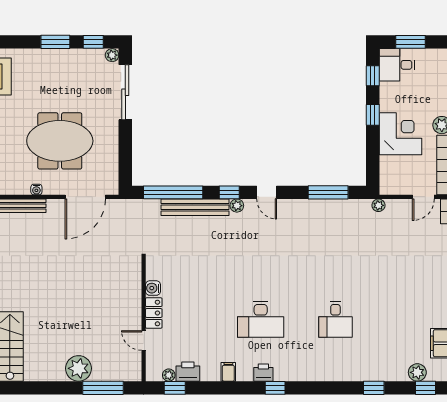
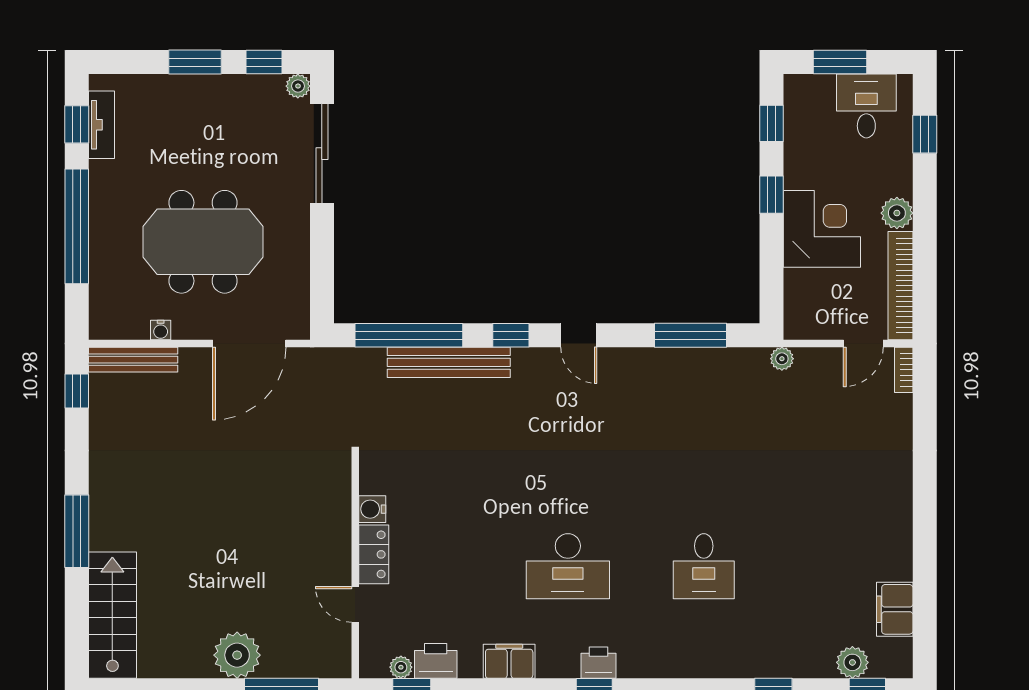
desk: (397, 65) -> (866, 106), moved, turned 90
plant: (237, 206) -> (525, 359), removed
filing cabinet: (228, 372) -> (509, 661), width x2.00
printer: (263, 373) -> (598, 663), moved

